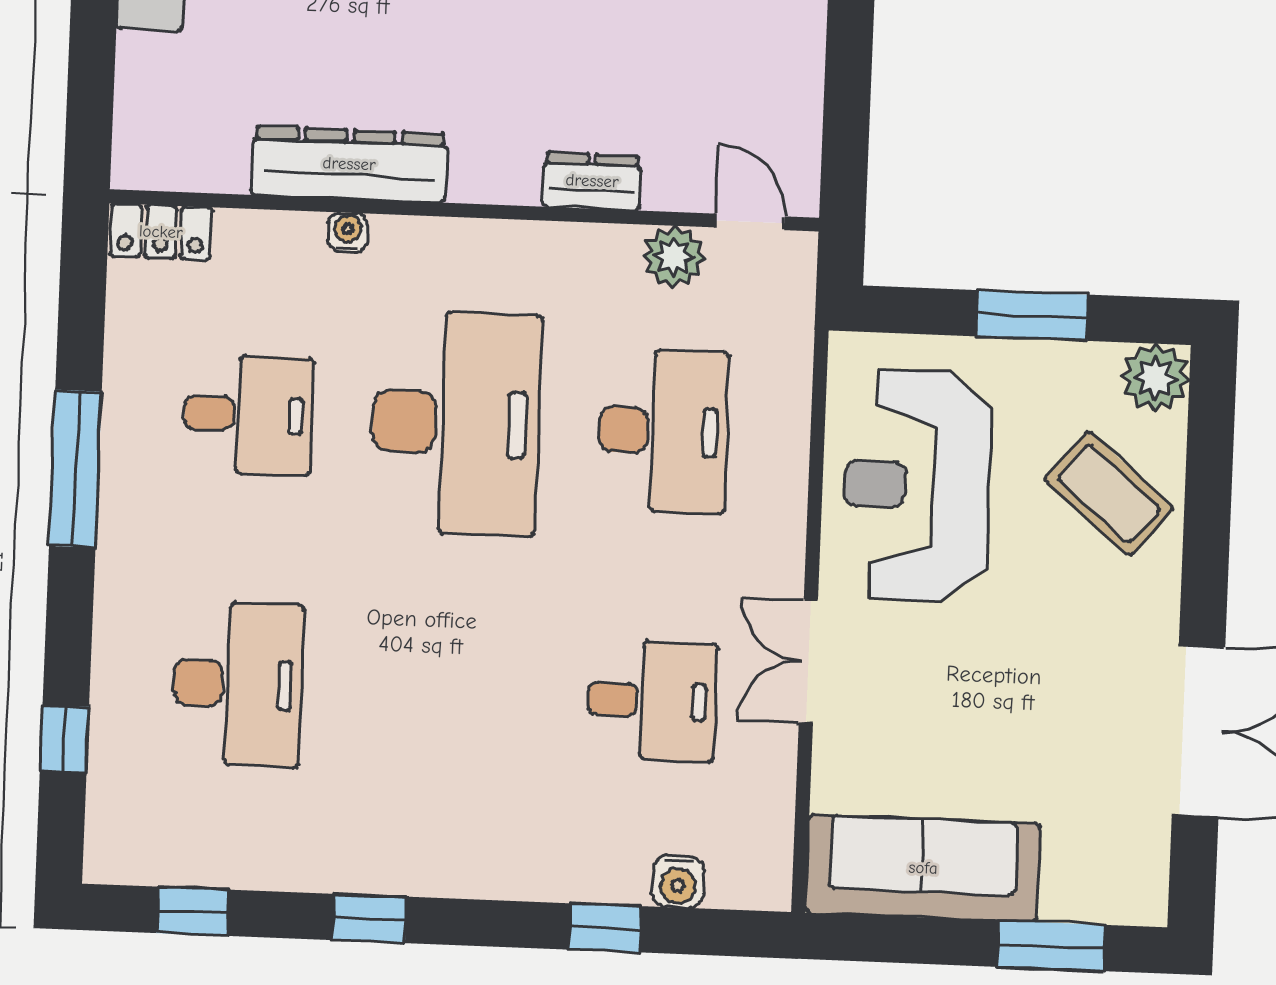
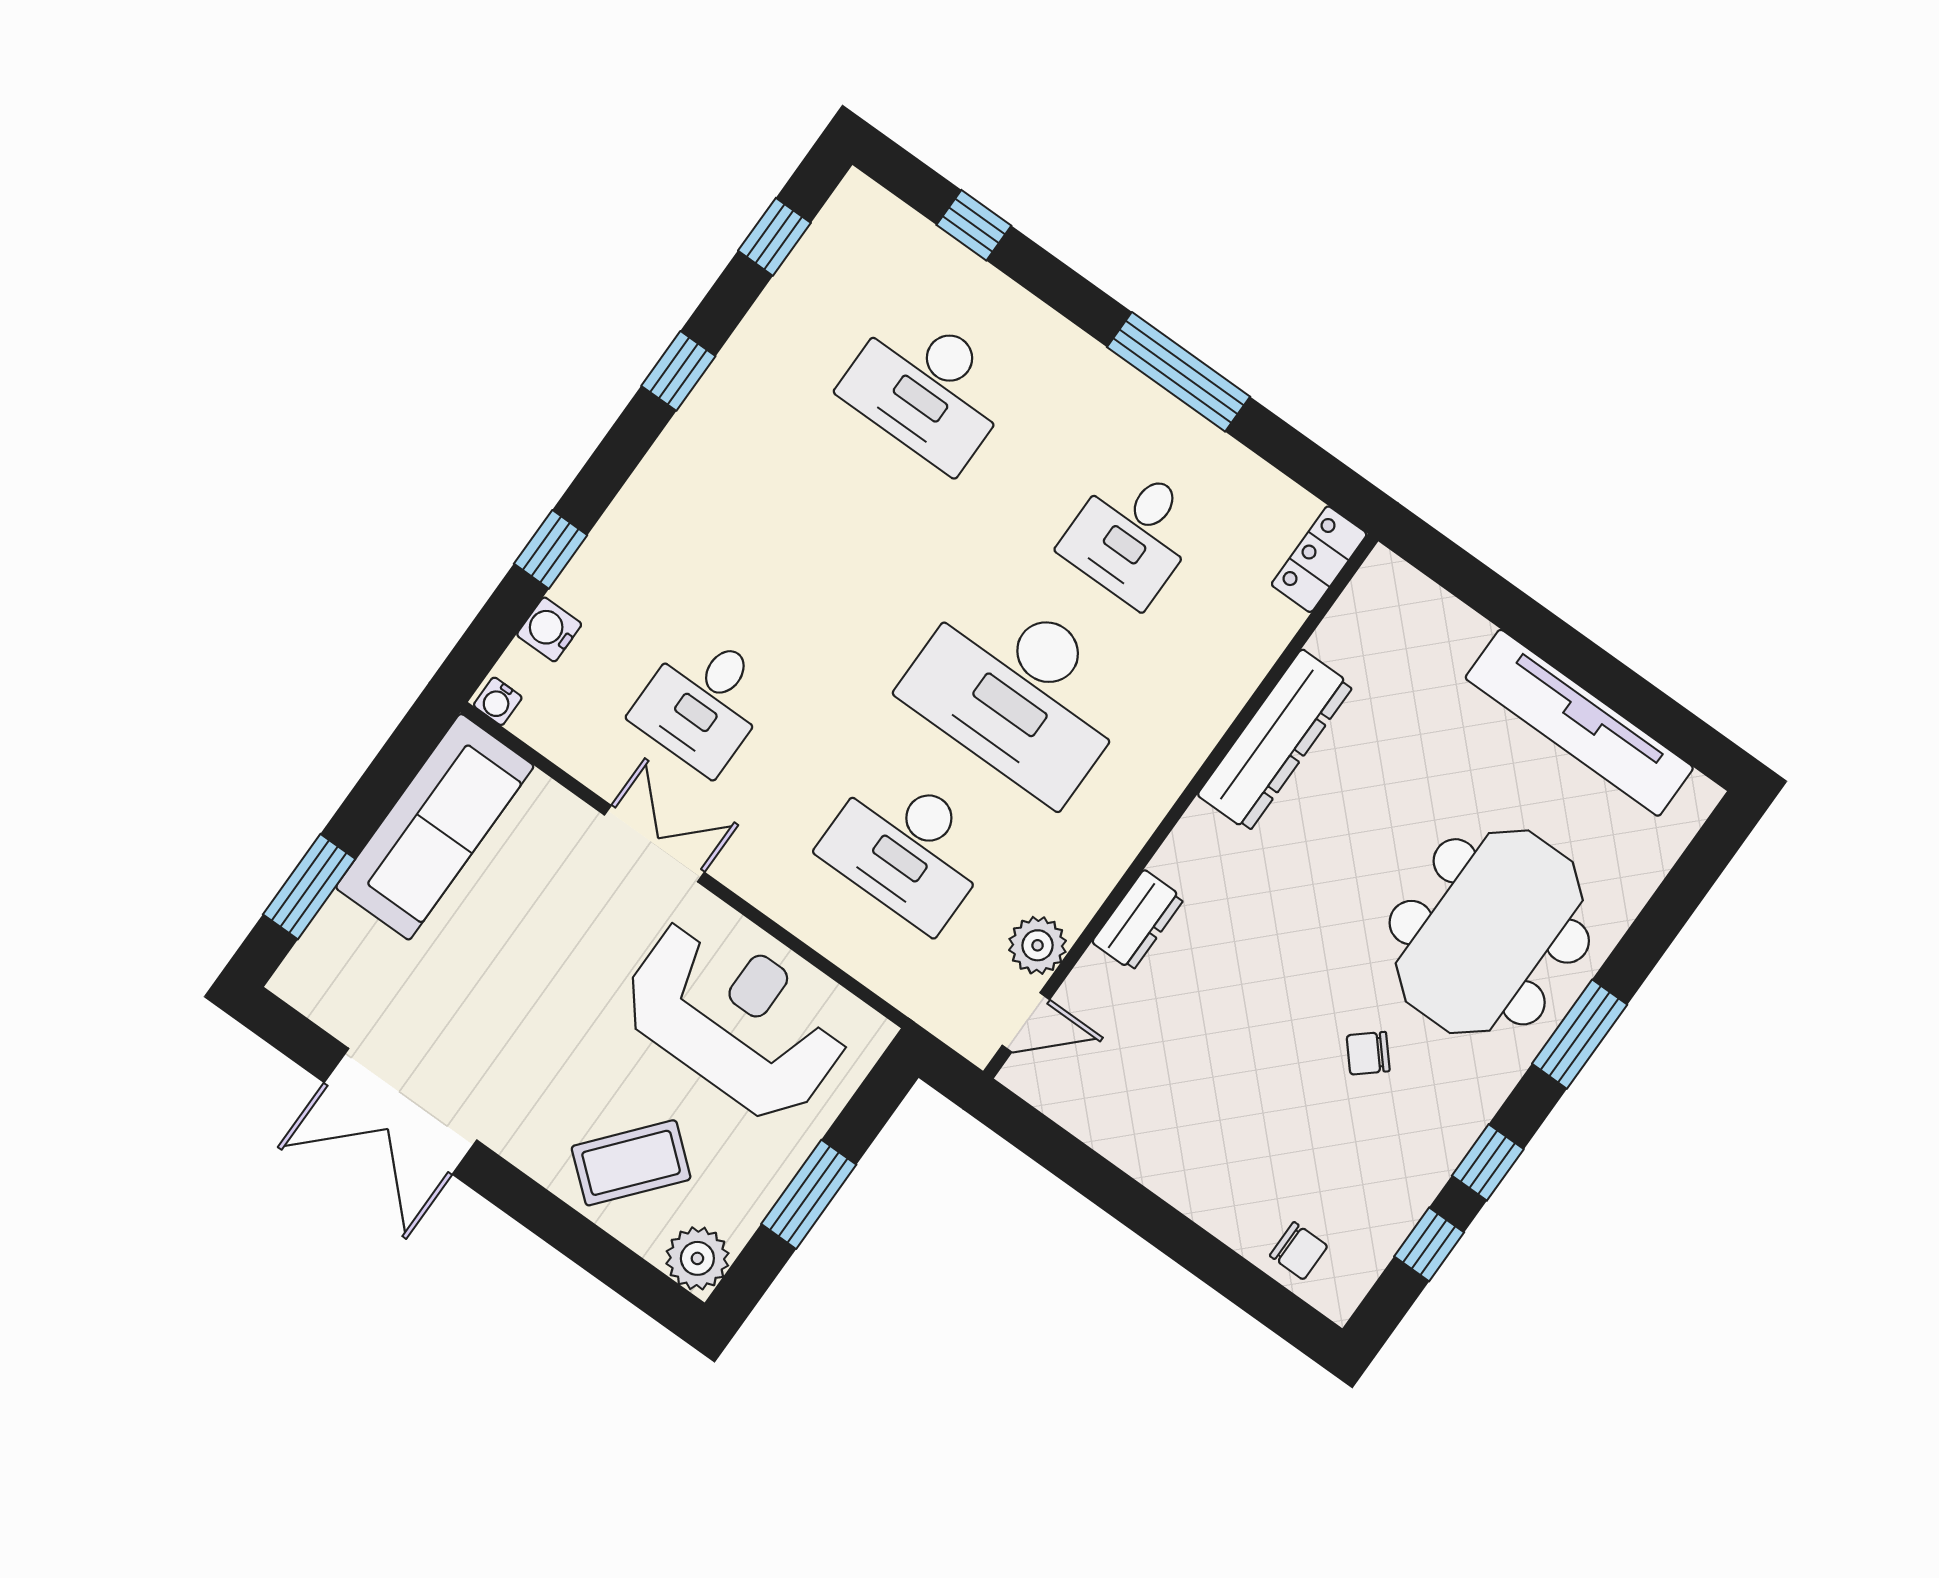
water cooler: (348, 232) -> (498, 701), moved, turned 90

